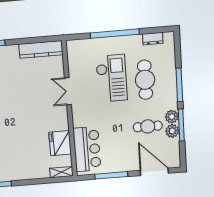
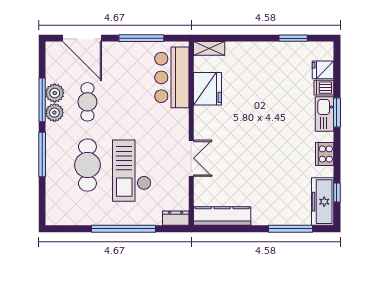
dresser: (153, 39) -> (176, 218), moved
cafe table: (148, 126) -> (87, 102), turned 90

